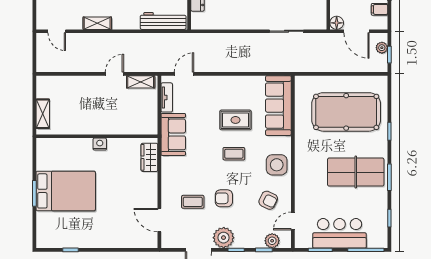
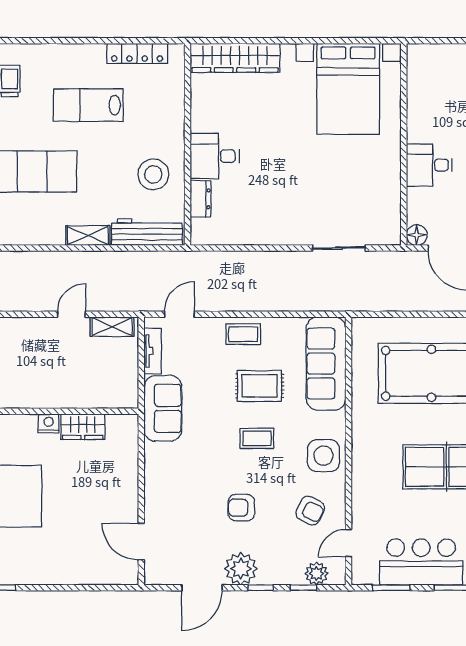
shelving: (97, 23) -> (88, 236), moved
wardrobe: (149, 157) -> (83, 427), moved, turned -90
coffee table: (193, 202) -> (243, 334), moved

